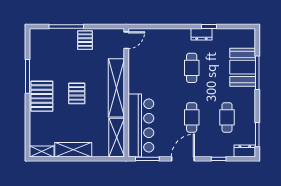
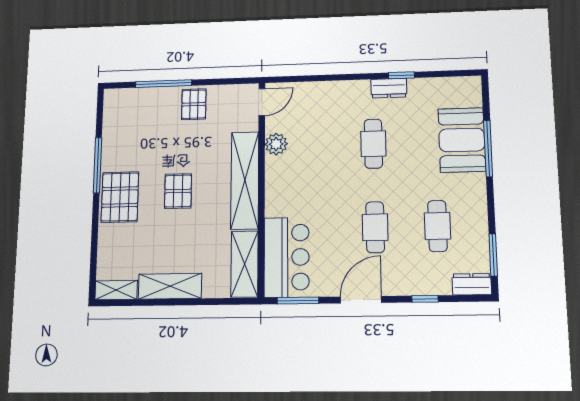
plant: (135, 66) -> (276, 144), added
bar counter: (141, 125) -> (287, 257), width x0.73

